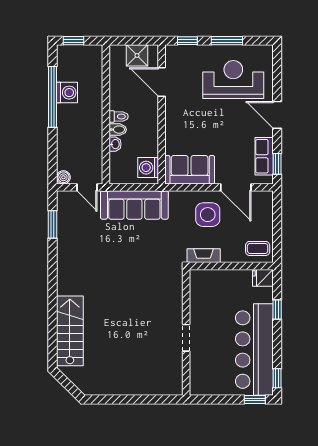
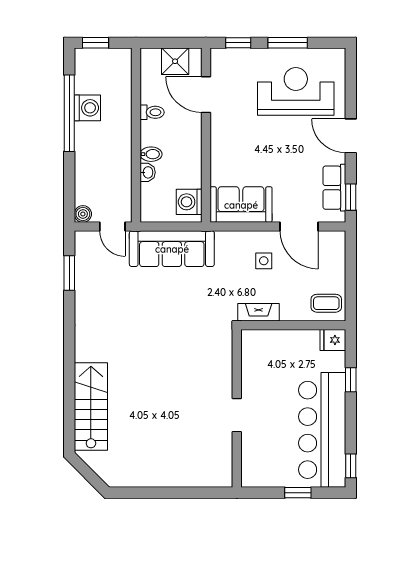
toilet: (119, 116) -> (152, 112), moved
side table: (208, 215) -> (264, 261), width x0.54, depth x0.54
window: (255, 400) -> (298, 493), moved

